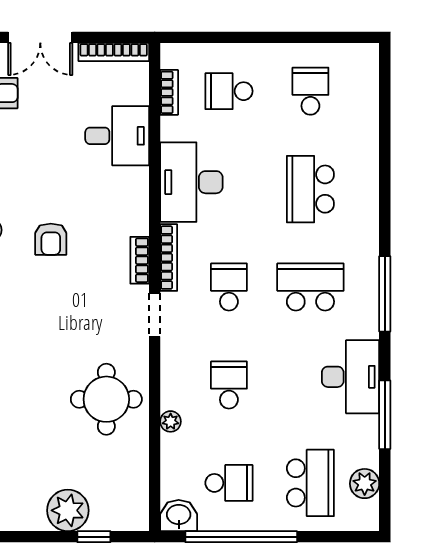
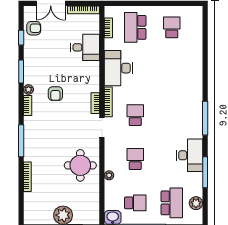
school desk: (229, 91) -> (135, 27), width x1.85
school desk: (310, 189) -> (172, 71), removed
school desk: (310, 287) -> (172, 115), removed

